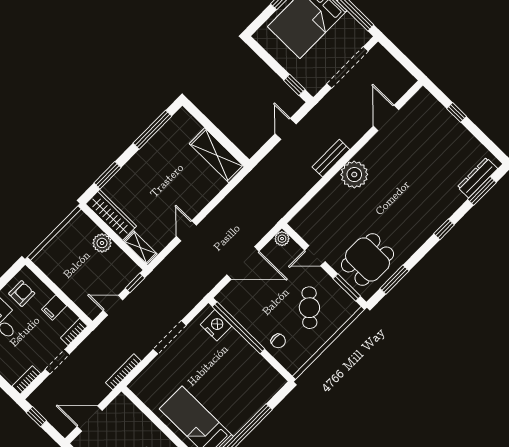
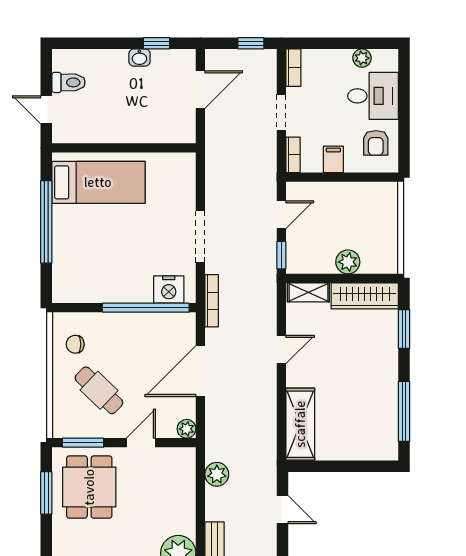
door: (286, 129) -> (283, 510), moved
shelving: (217, 155) -> (300, 424), moved, turned 90
plant: (290, 197) -> (217, 474), added
door: (186, 231) -> (281, 349), hinge flipped
chair: (278, 341) -> (75, 344), moved
bookcase: (123, 372) -> (212, 301), moved

